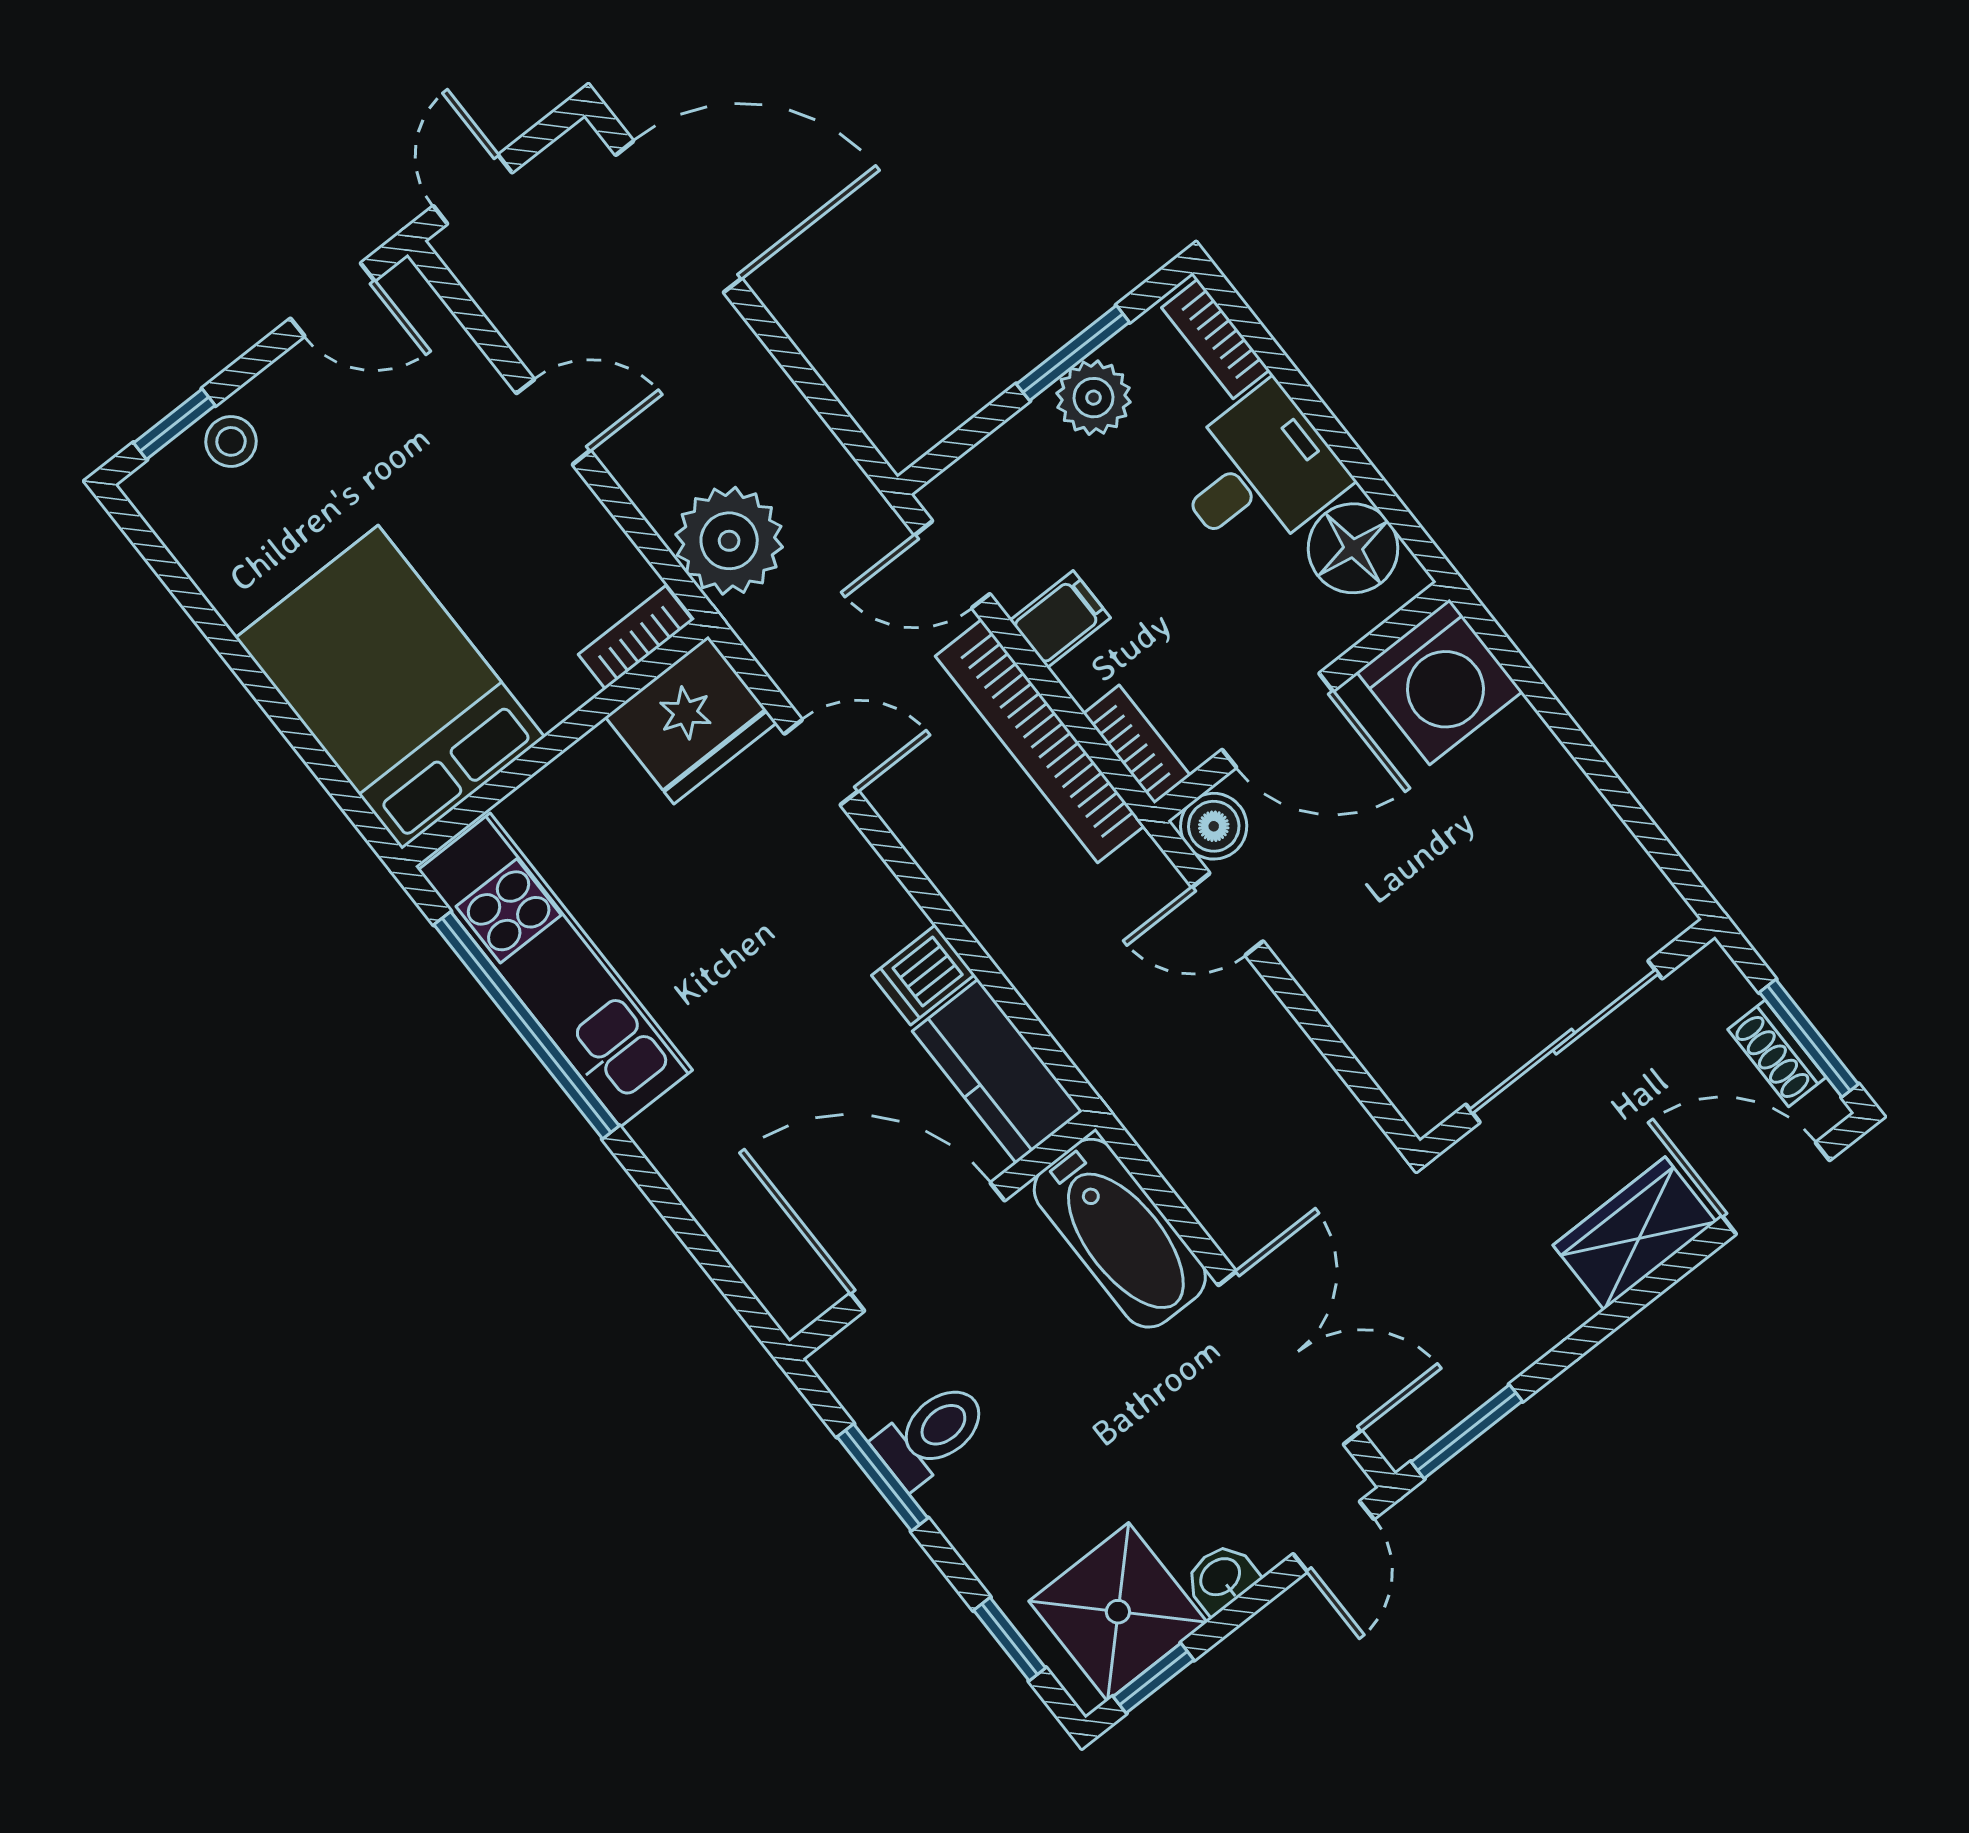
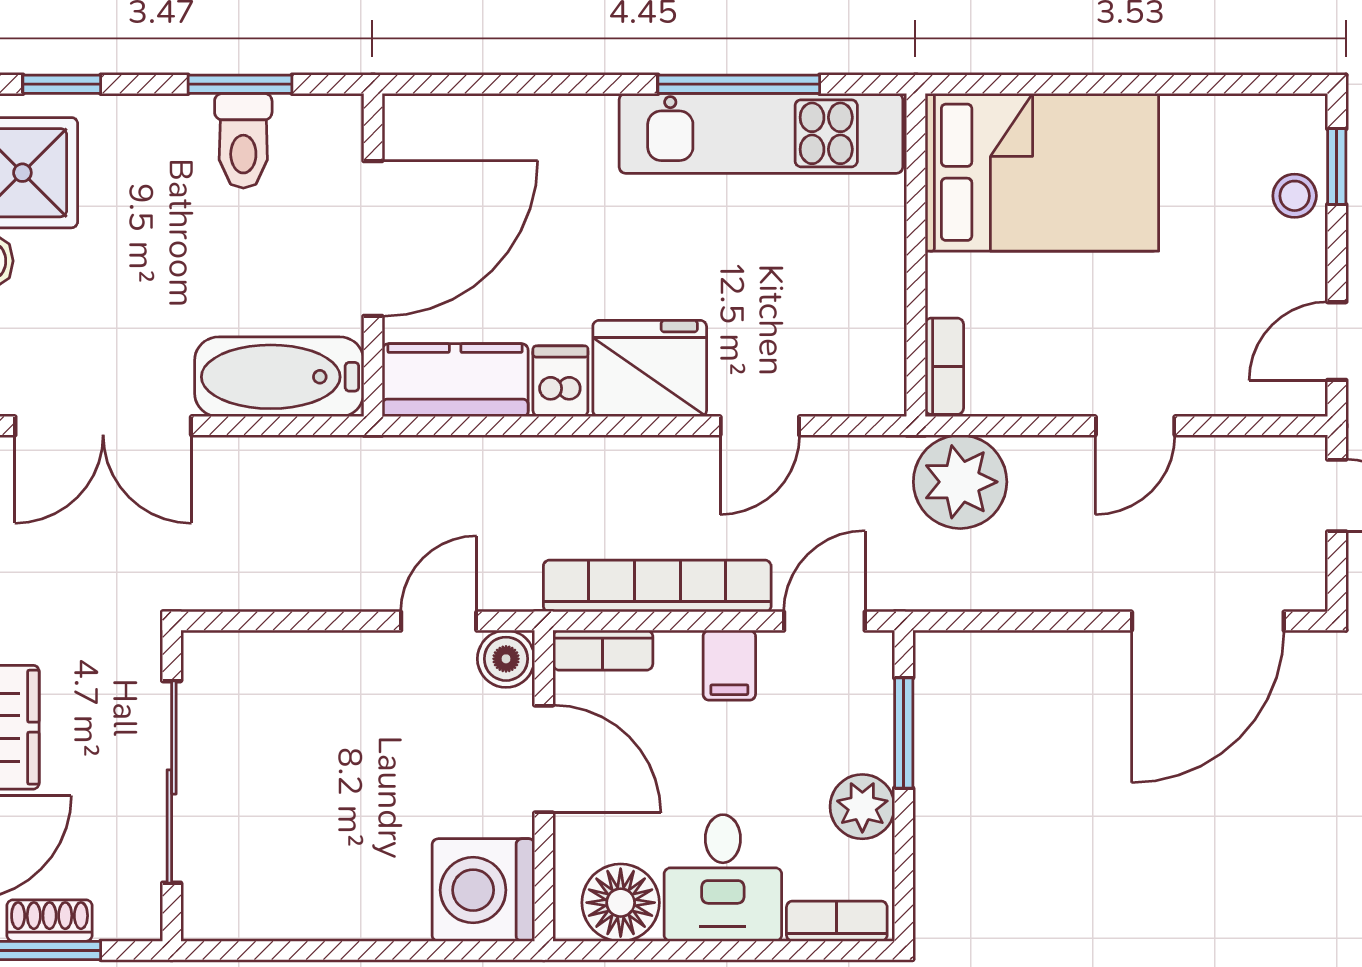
window: (1073, 353) -> (904, 733), moved
fridge: (691, 720) -> (650, 369), moved, turned 90
door: (1278, 720) -> (544, 759), swing flipped
window: (527, 1025) -> (739, 84), width x0.68

